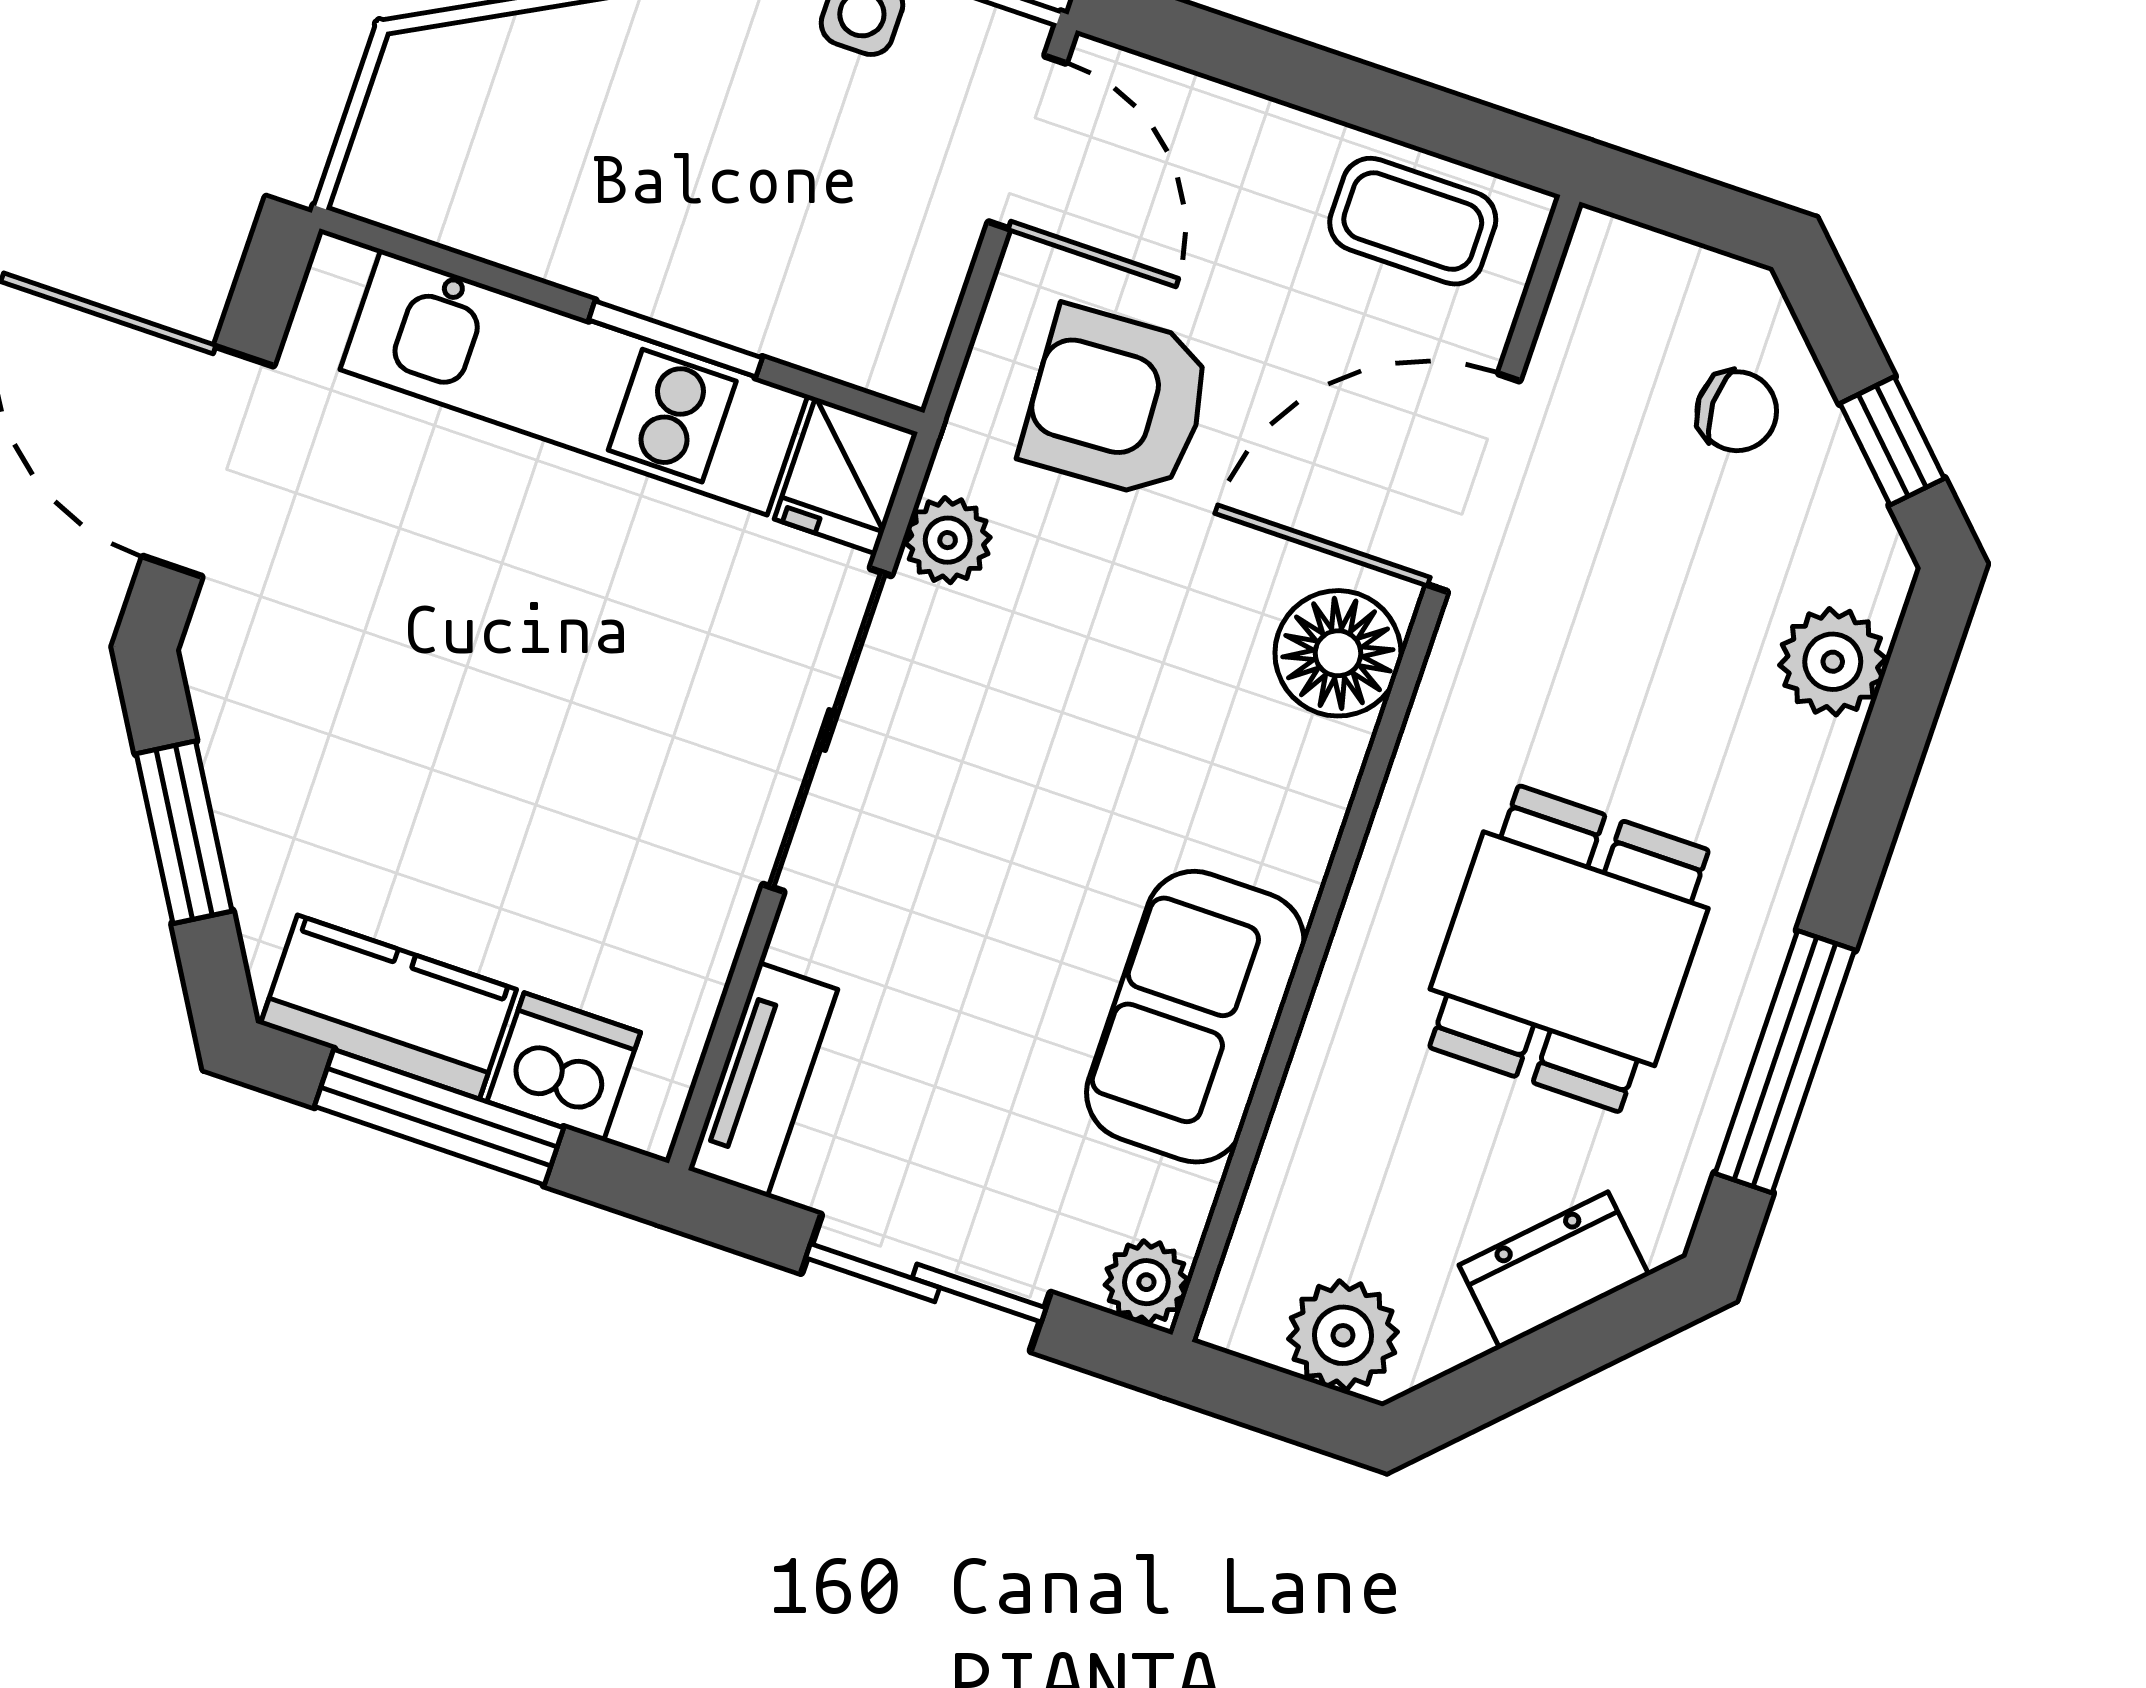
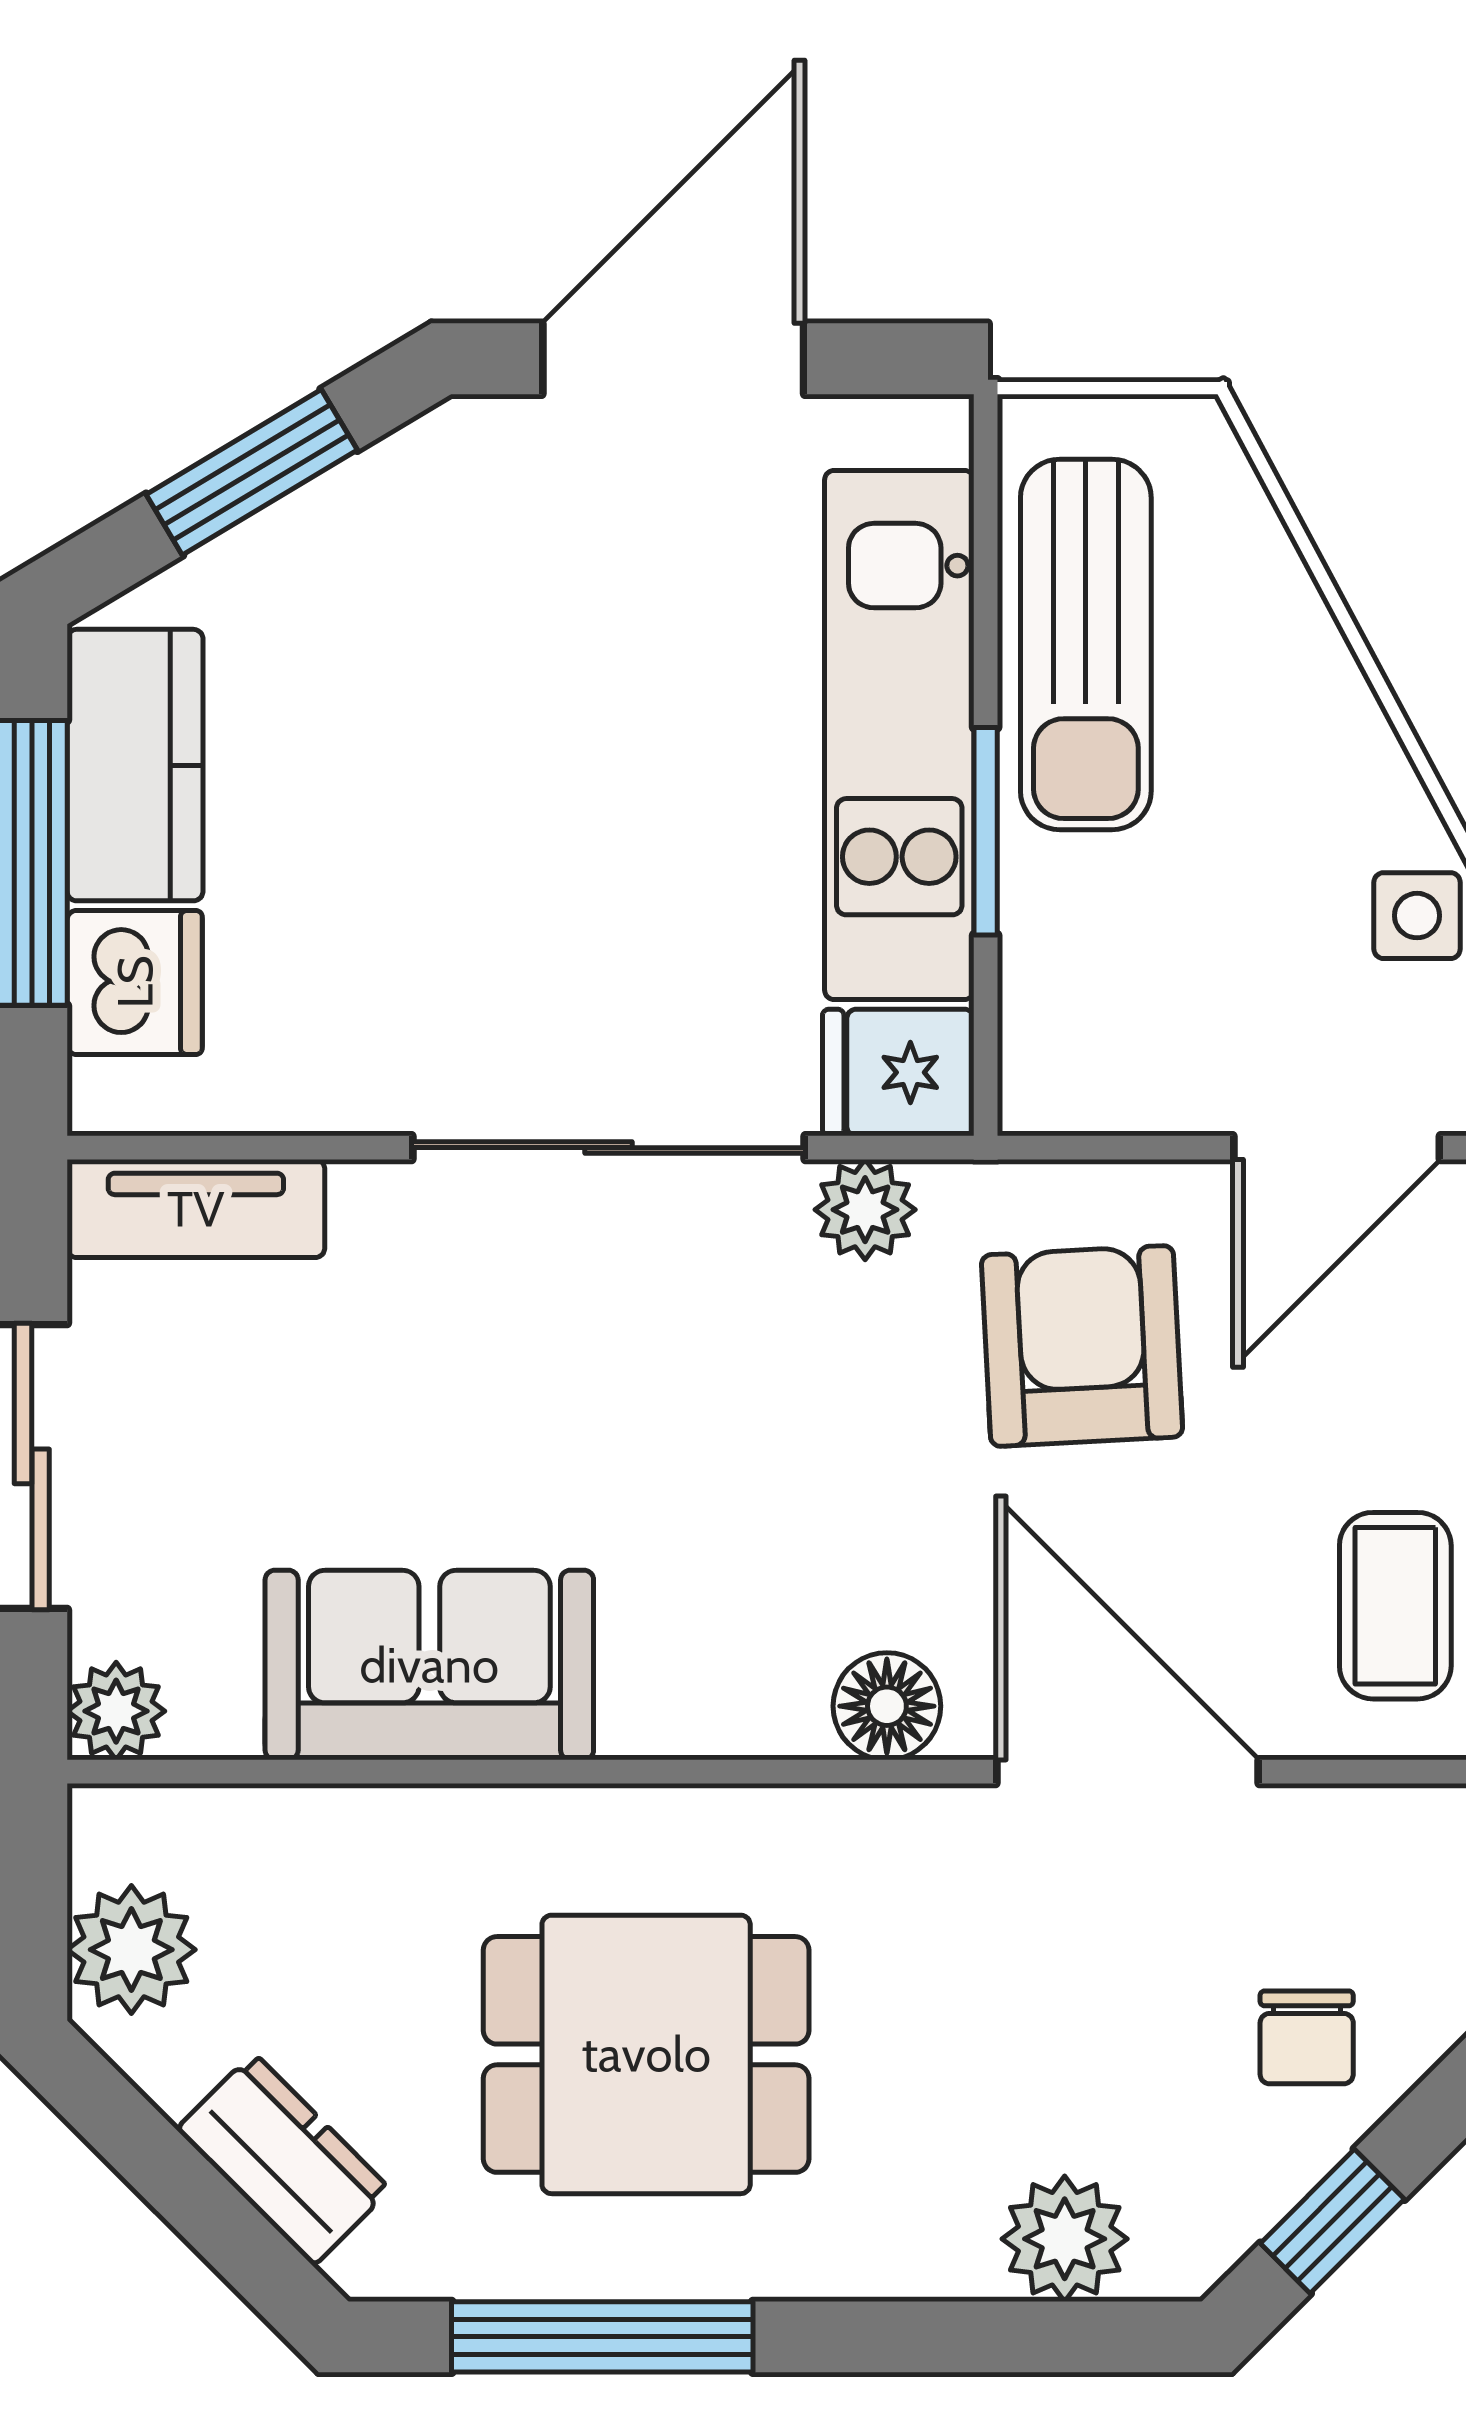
sun lounger: (552, 207) -> (1086, 644), added
floor lamp: (1338, 653) -> (887, 1706), width x0.73, depth x0.73

